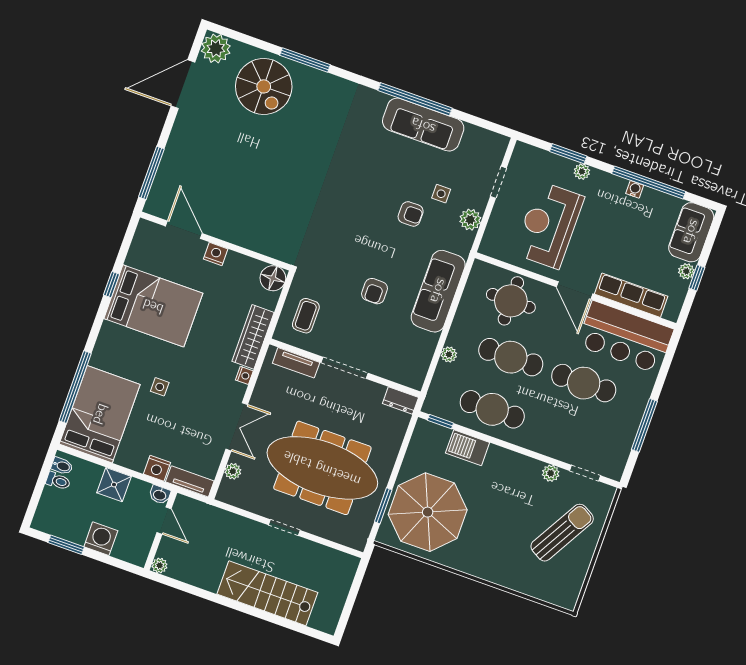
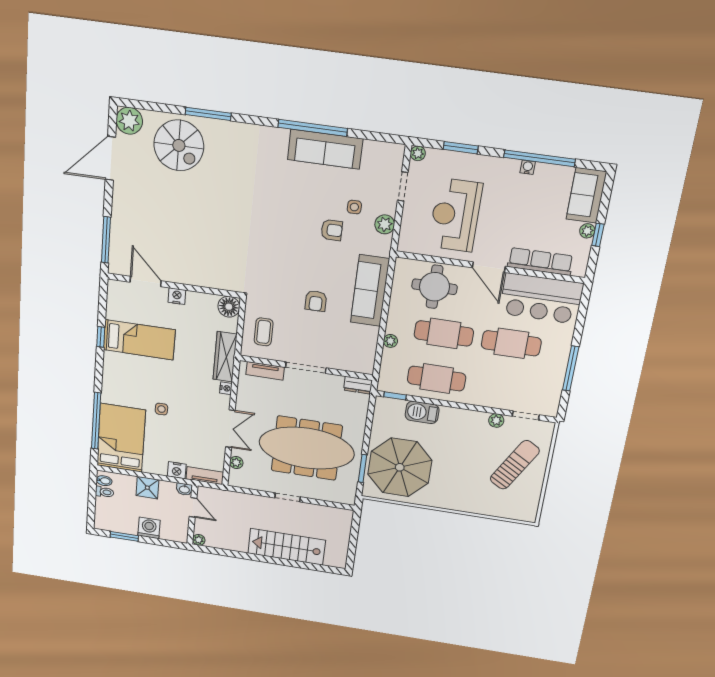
plant: (582, 172) -> (418, 153), moved
bed: (153, 306) -> (139, 340), width x0.67

